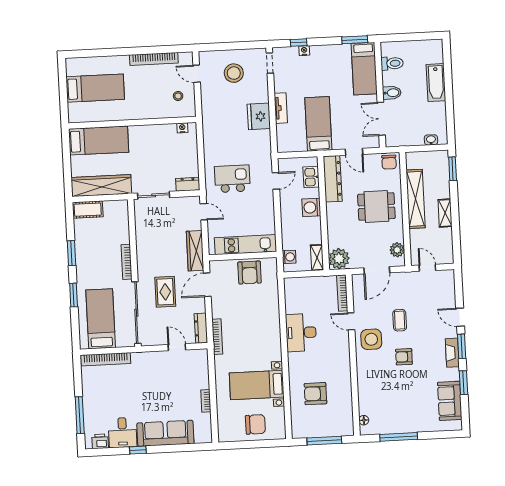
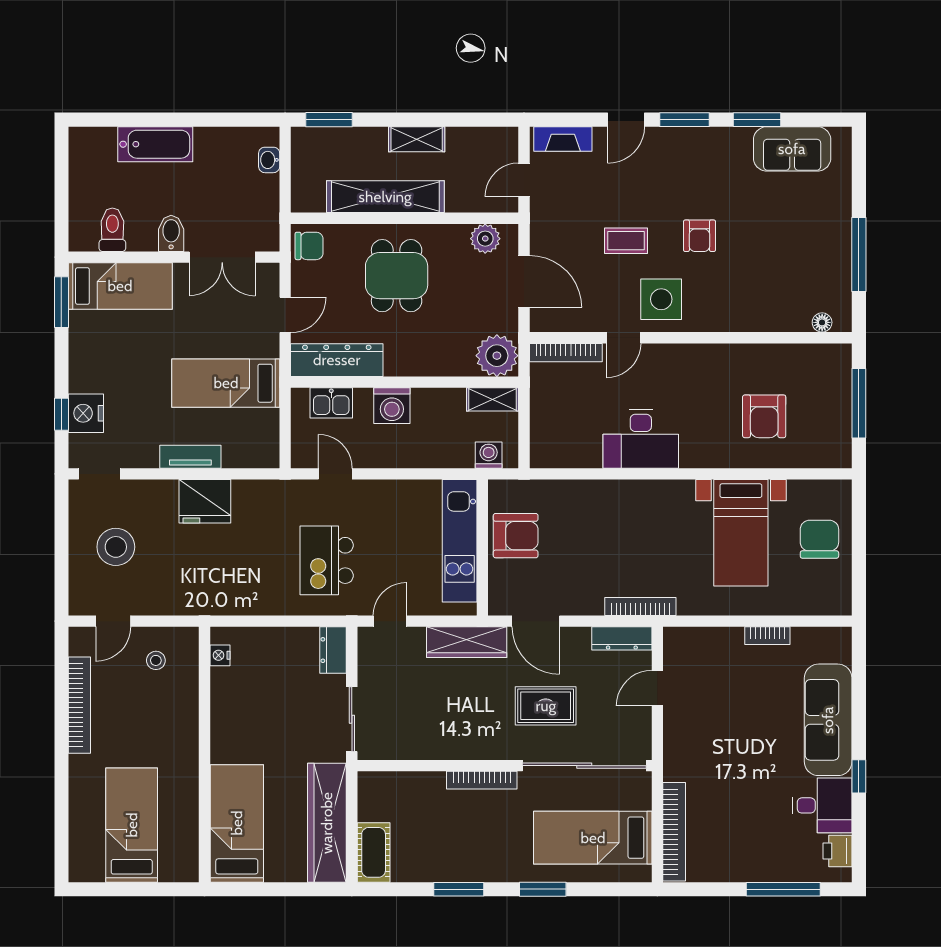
nightstand: (304, 51) -> (86, 413), width x1.89, depth x1.79
fireplace: (452, 353) -> (563, 139), moved

